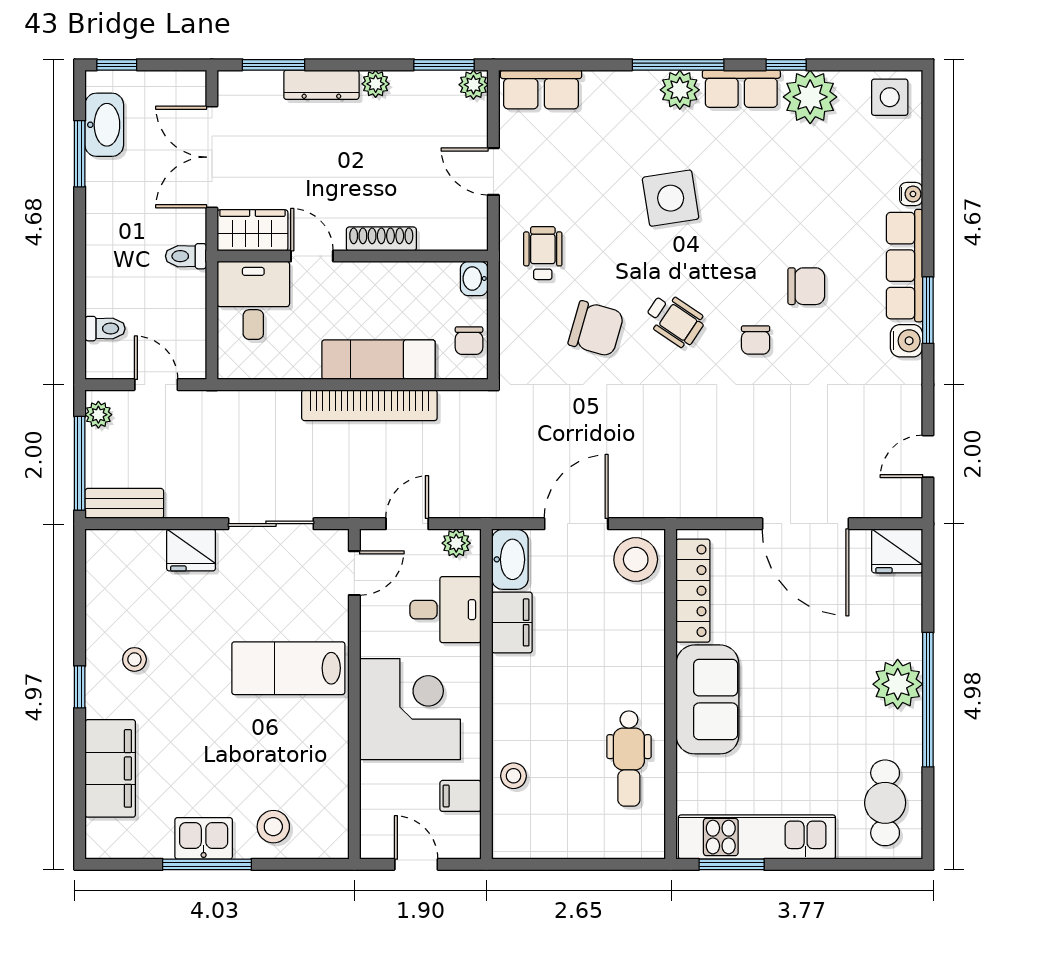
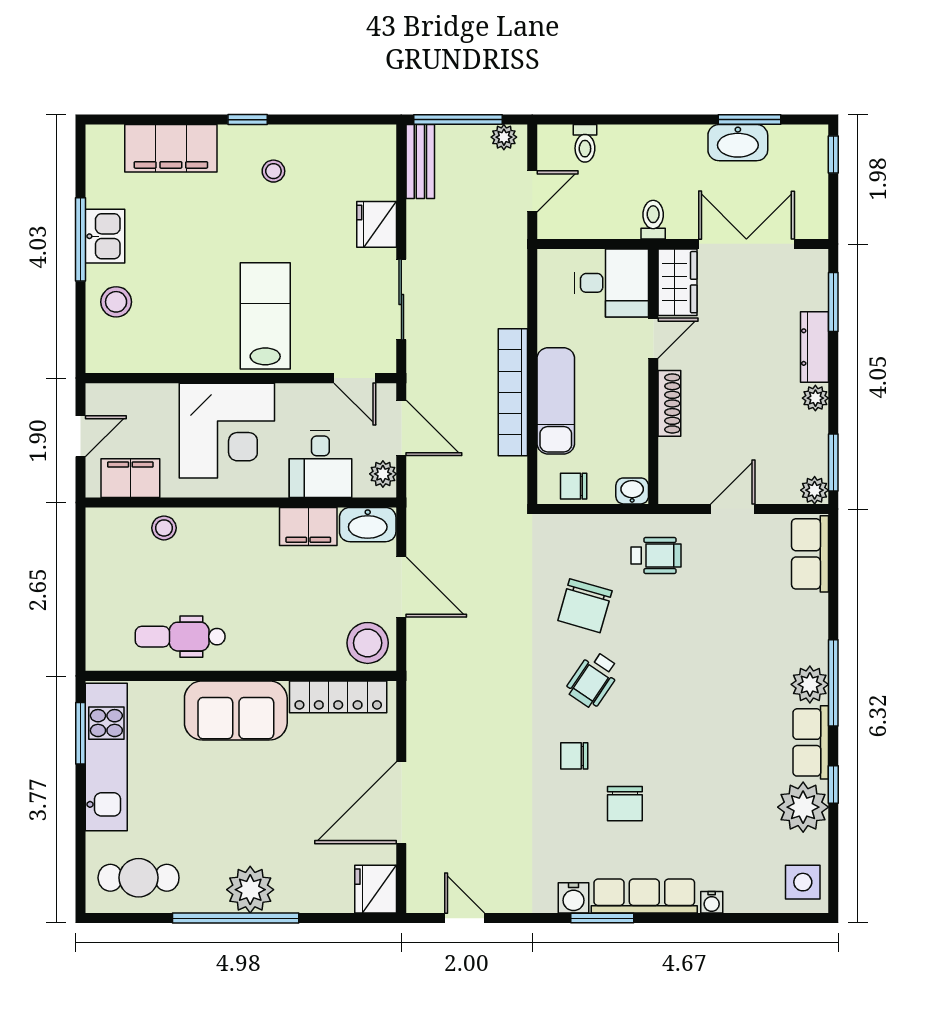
washbasin: (104, 125) -> (738, 143), moved
side table: (671, 198) -> (708, 676), removed
door: (407, 524) -> (401, 428), width x1.38
filing cabinet: (461, 796) -> (130, 478), width x2.00

